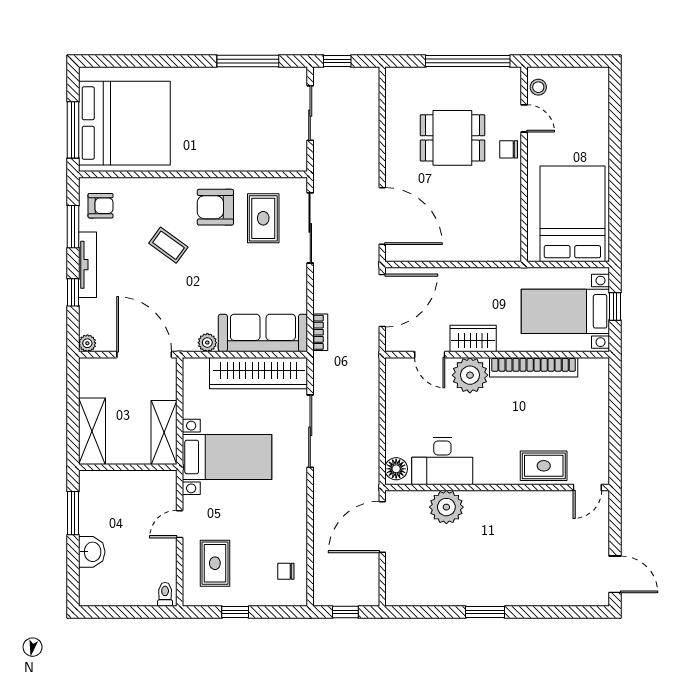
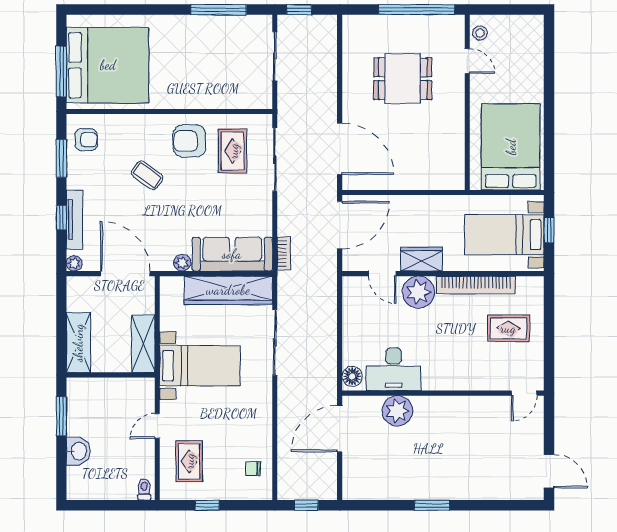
chair: (509, 149) -> (453, 89), removed
tv unit: (88, 265) -> (74, 220), moved
rug: (544, 466) -> (508, 328), moved

